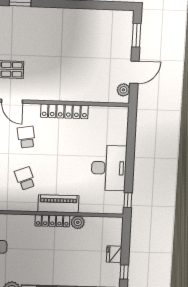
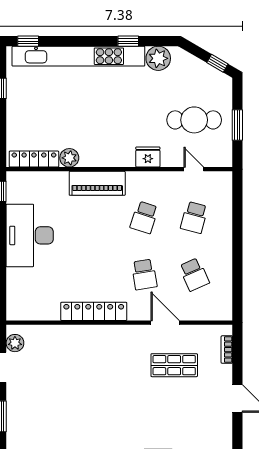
school desk: (25, 178) -> (144, 217), turned 39
locker: (52, 221) -> (34, 159), moved
fridge: (114, 254) -> (148, 157), moved, turned -90

